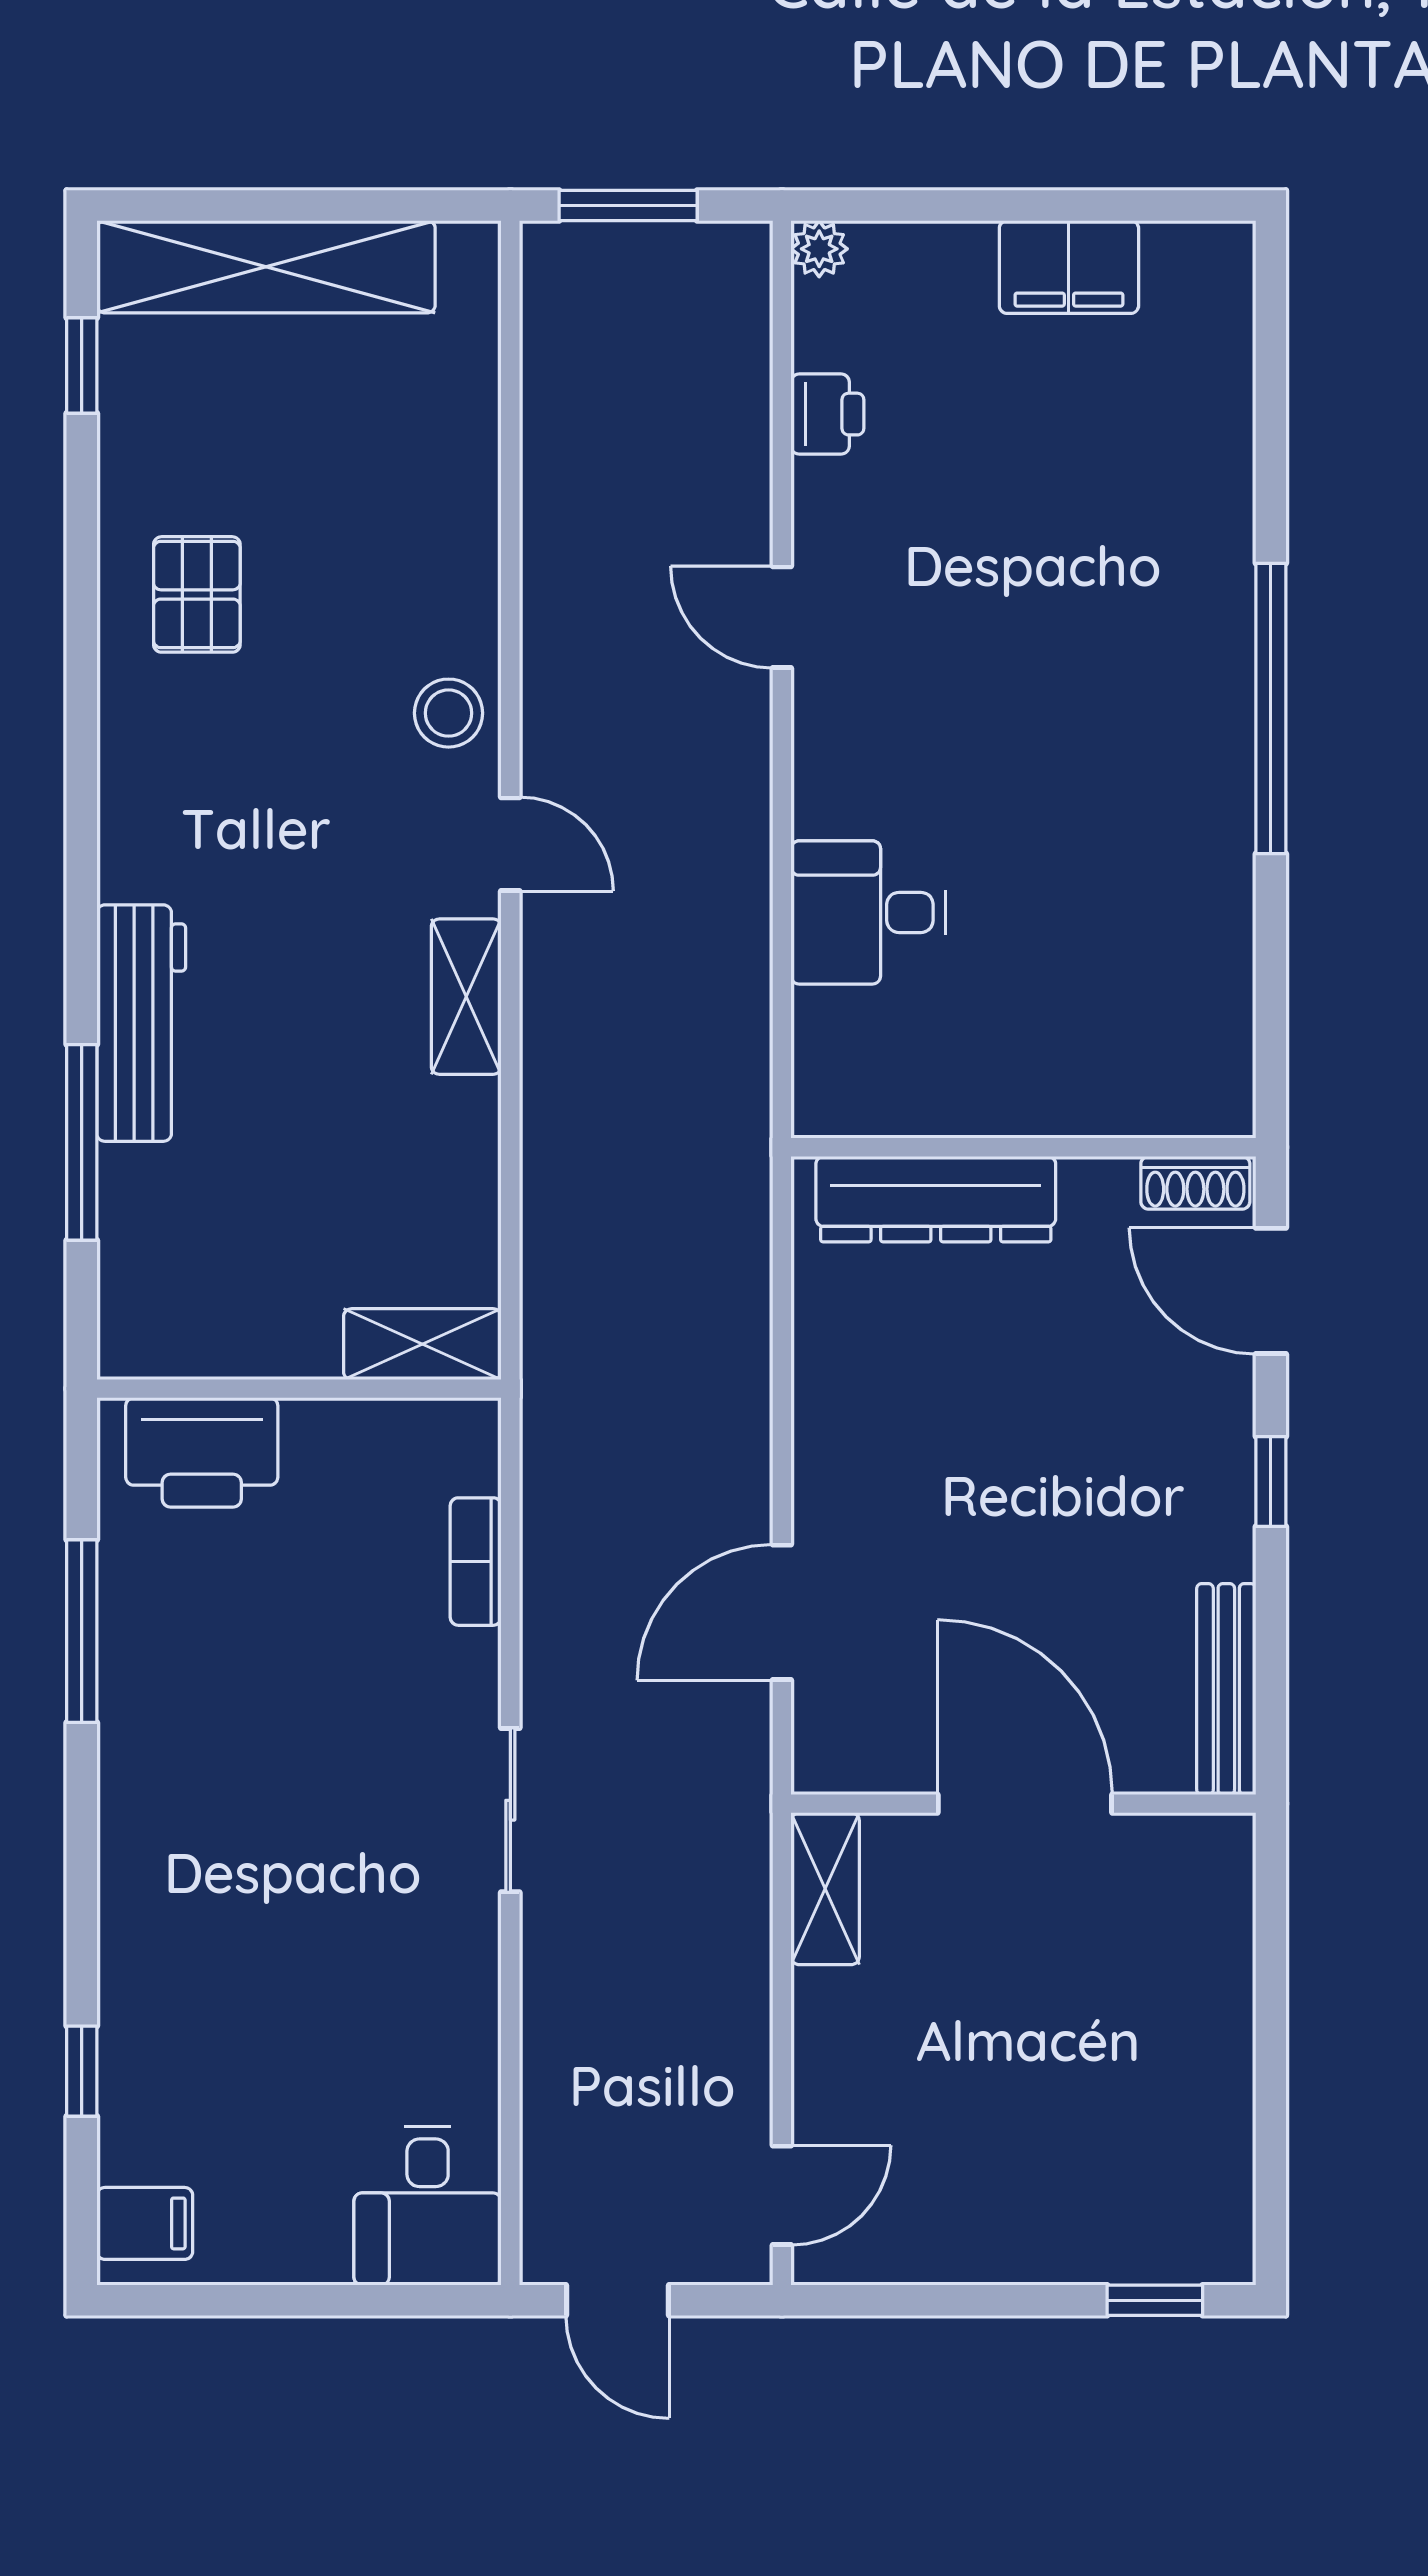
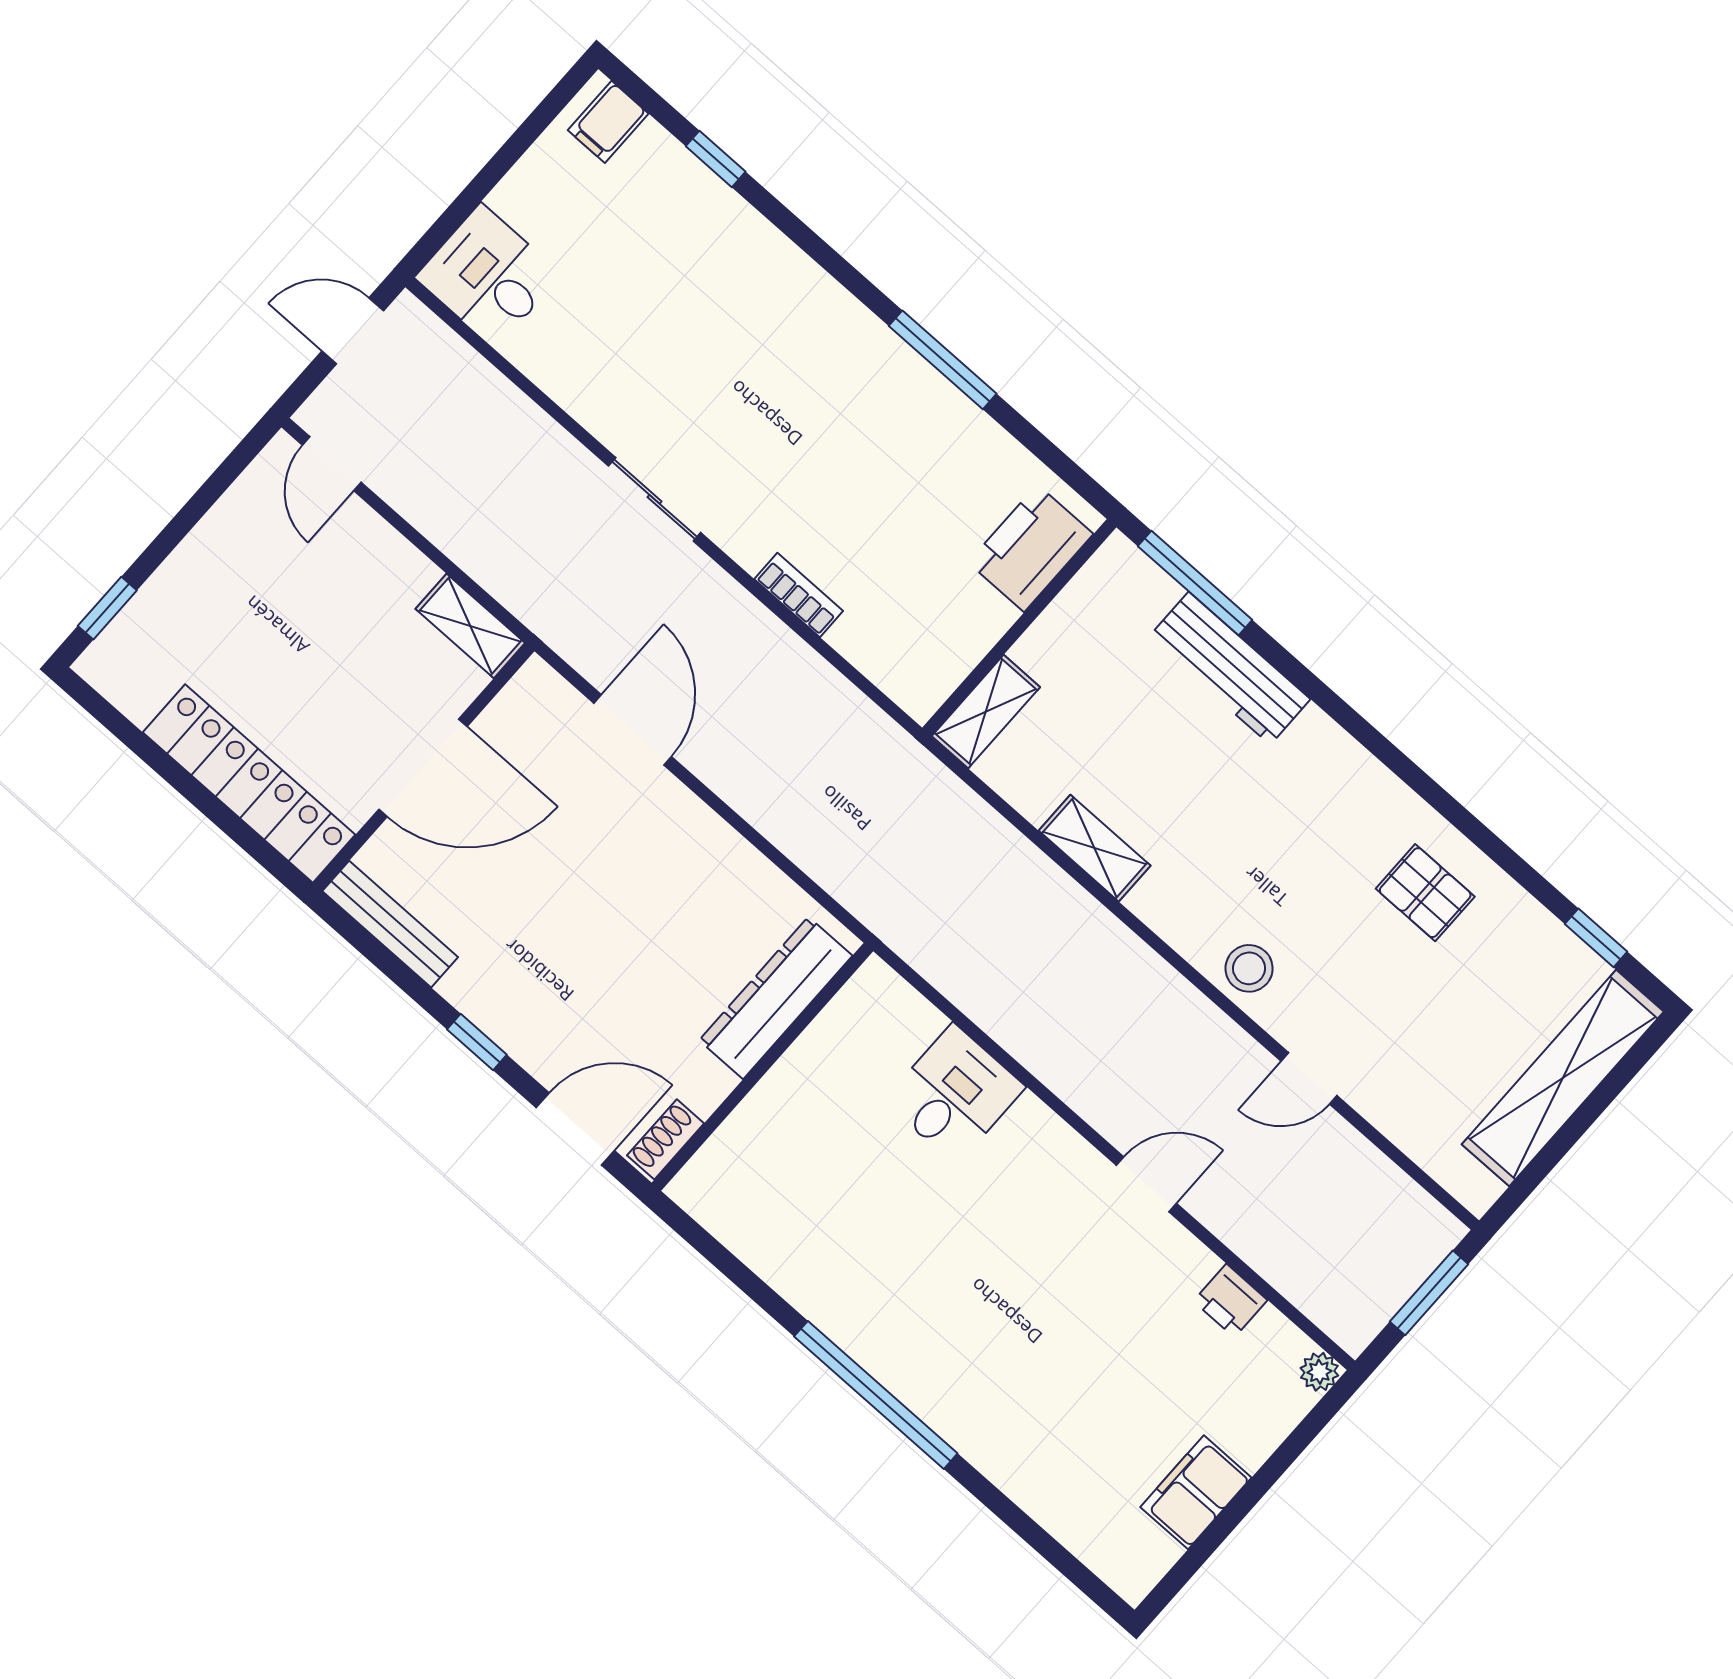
door: (510, 844) -> (1309, 1078), moved
shelving: (422, 1344) -> (986, 712), moved
wall: (299, 1389) -> (1019, 628), moved
printer: (202, 1452) -> (1031, 548), moved
locker: (1209, 1978) -> (249, 784), added

